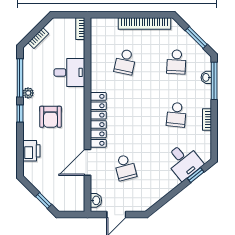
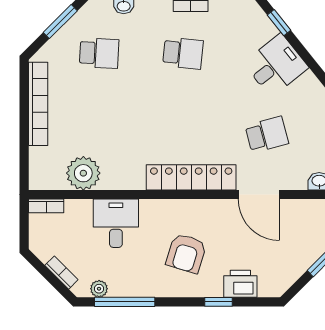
plant: (101, 52) -> (83, 173), added
school desk: (125, 62) -> (99, 135), removed
plant: (28, 93) -> (99, 289), moved
window: (20, 114) -> (219, 302), moved
armchair: (50, 117) -> (186, 253), turned 107
desk: (184, 161) -> (276, 65), moved

